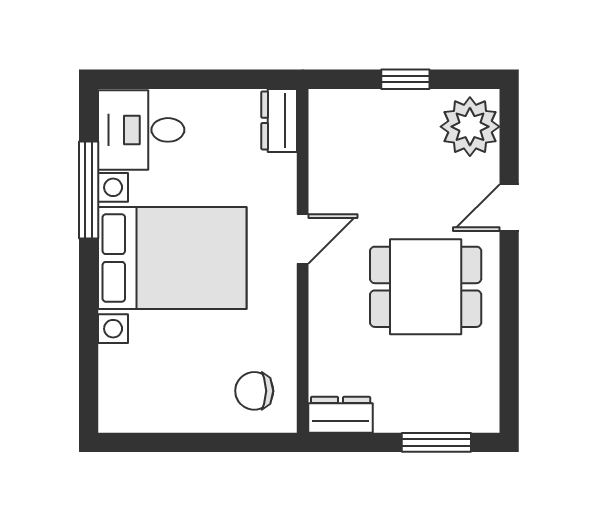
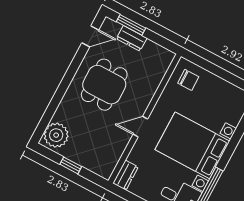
door: (509, 208) -> (90, 36), moved
dining table: (426, 287) -> (104, 85), turned 90
dresser: (341, 415) -> (132, 38), moved

